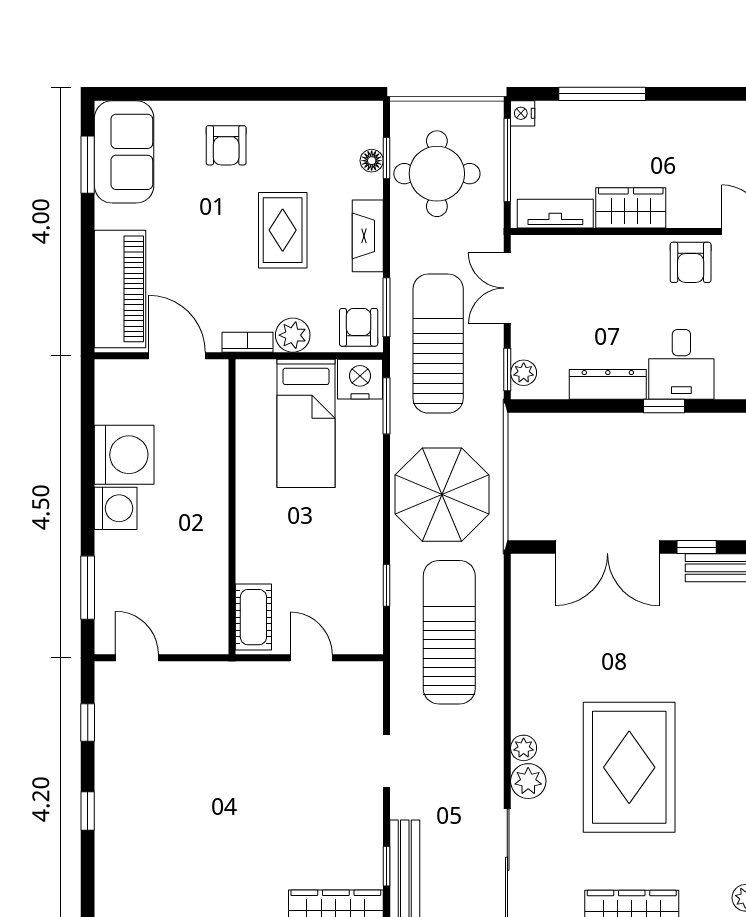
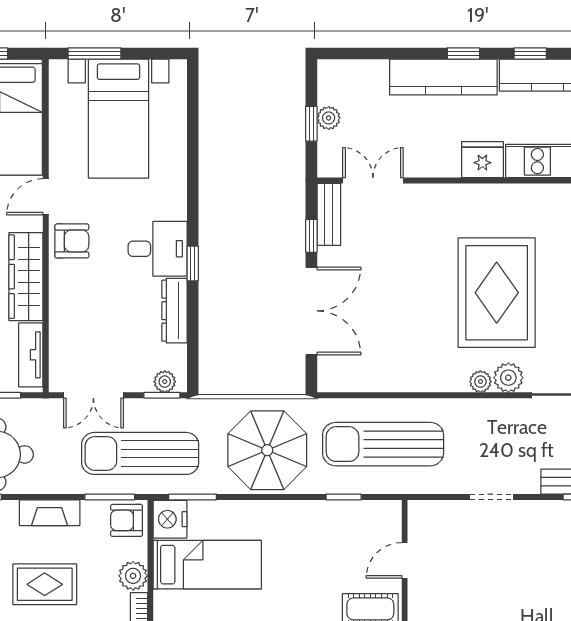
wardrobe: (631, 208) -> (26, 277), width x1.50
rug: (629, 767) -> (497, 293), turned 90

